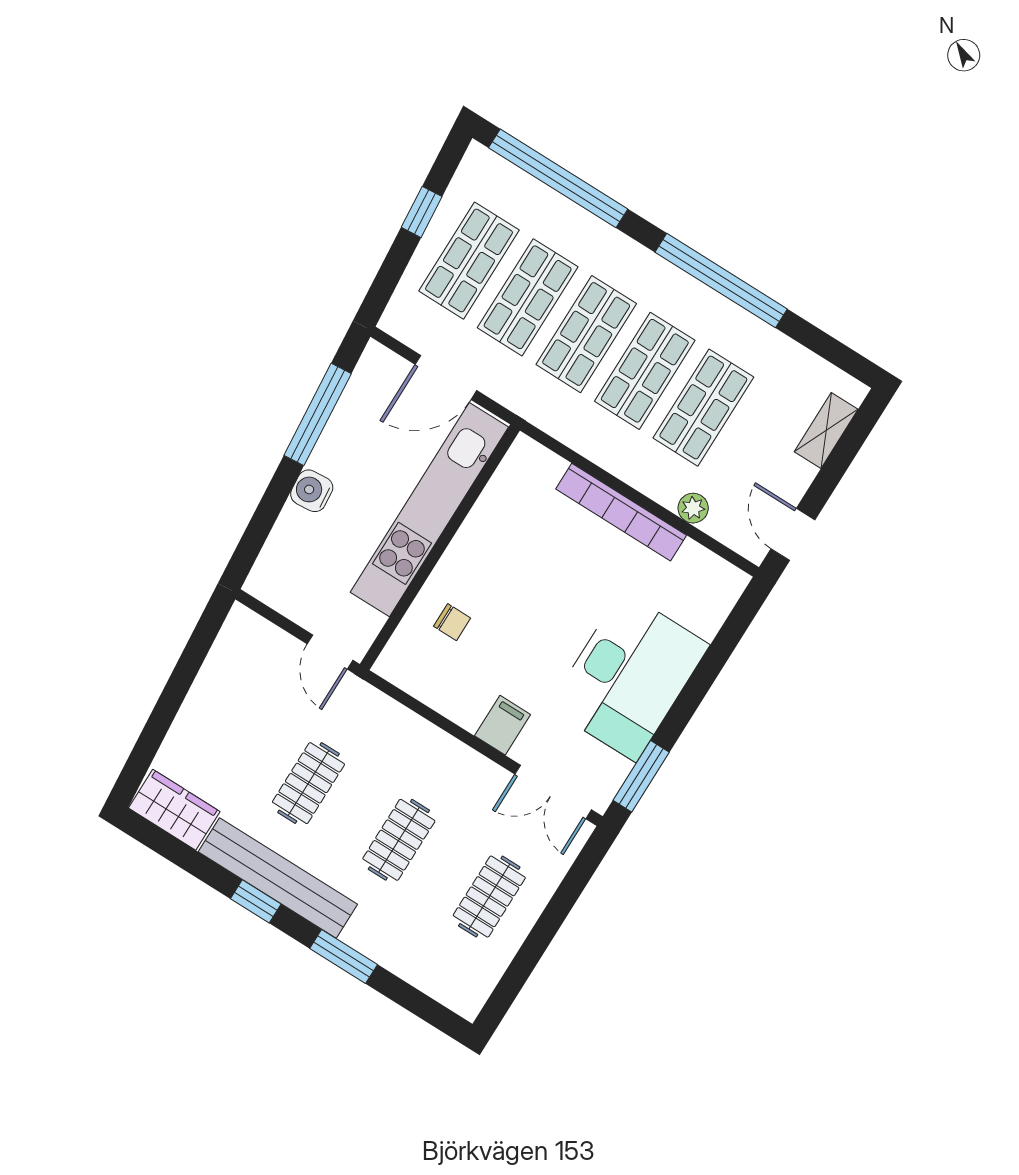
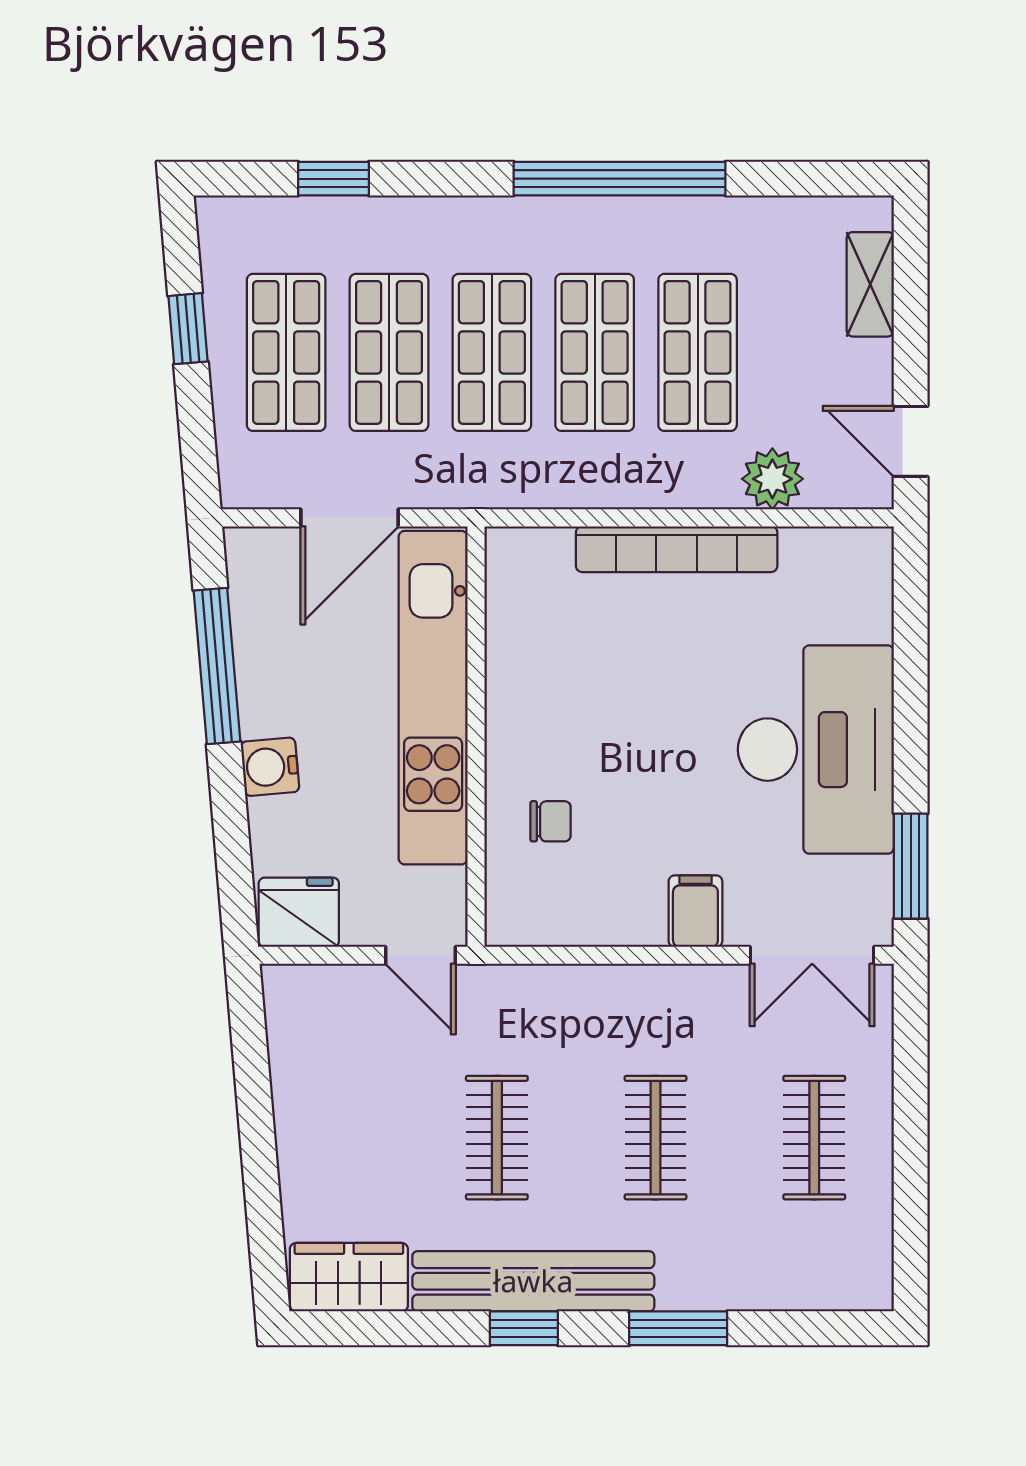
window: (558, 178) -> (333, 179), width x0.32
plant: (693, 508) -> (772, 479), width x1.38, depth x1.38
fridge: (276, 584) -> (299, 912), added

